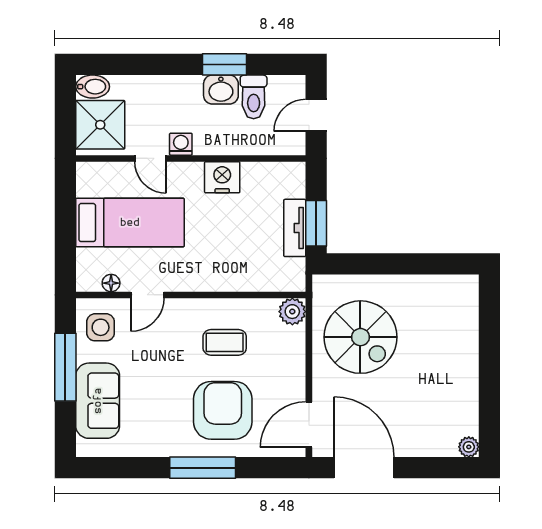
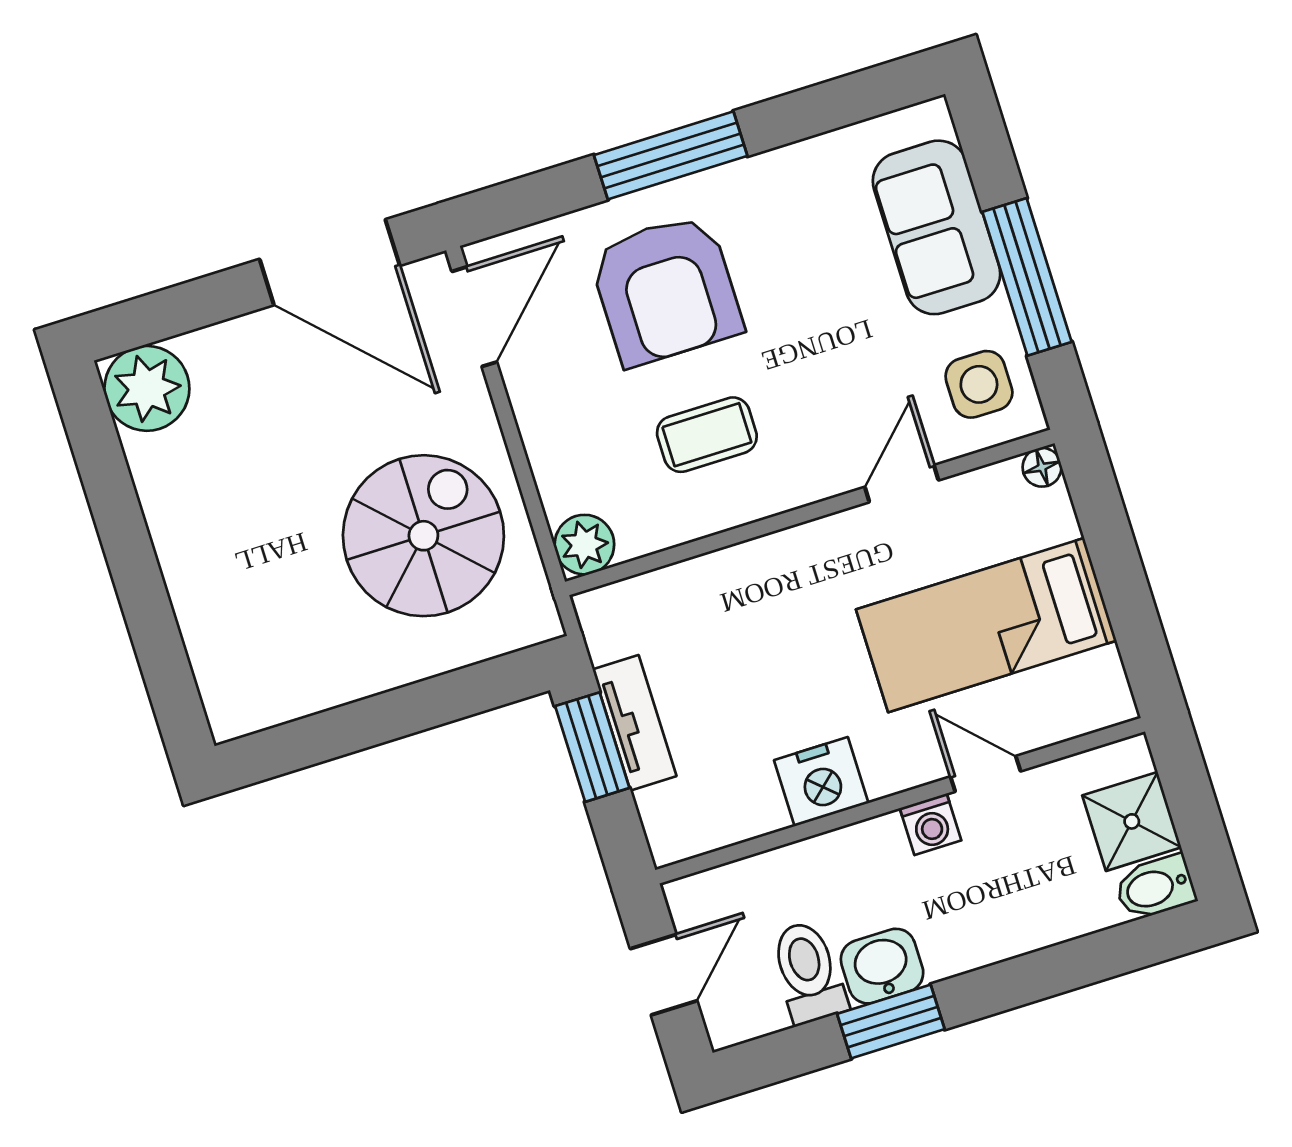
shower: (100, 125) -> (1132, 821), width x0.73, depth x0.73
floor lamp: (111, 283) -> (1042, 467), moved
spiral stairs: (360, 337) -> (423, 536), turned 90
plant: (469, 447) -> (147, 388), width x1.87, depth x1.87

